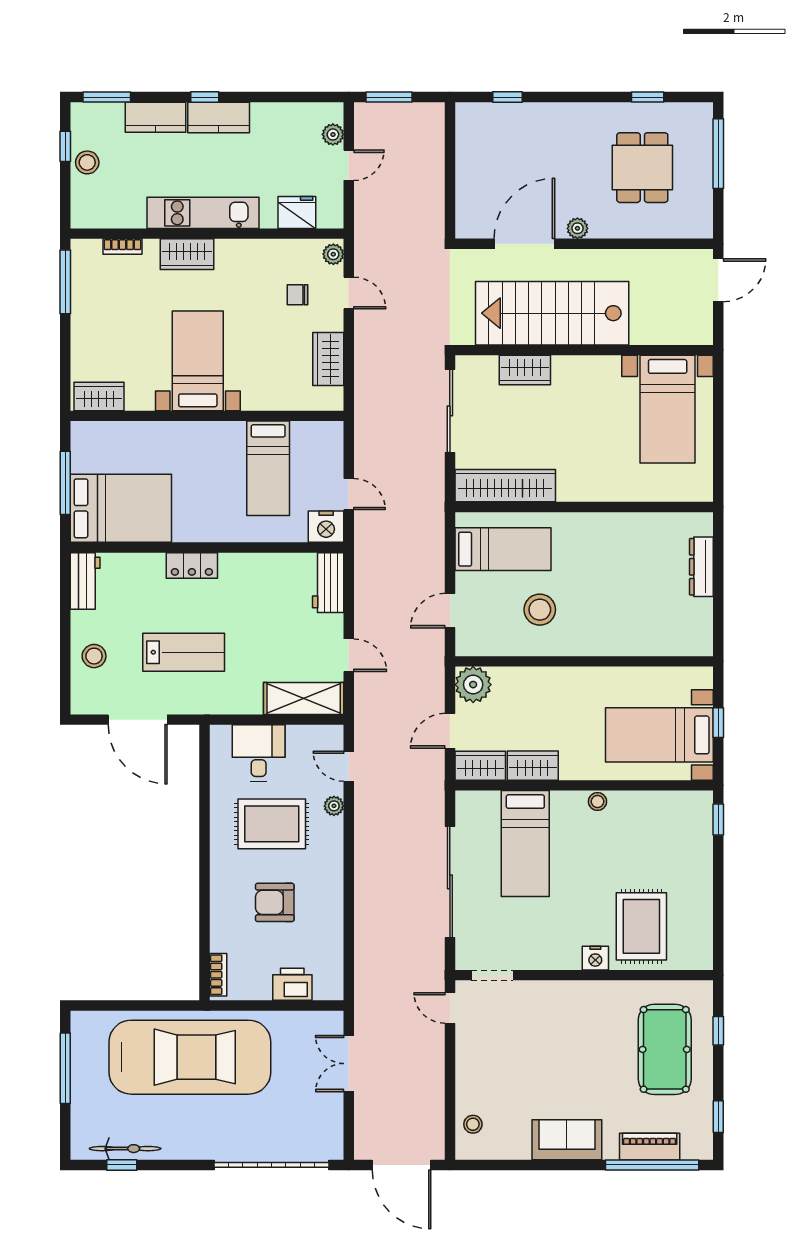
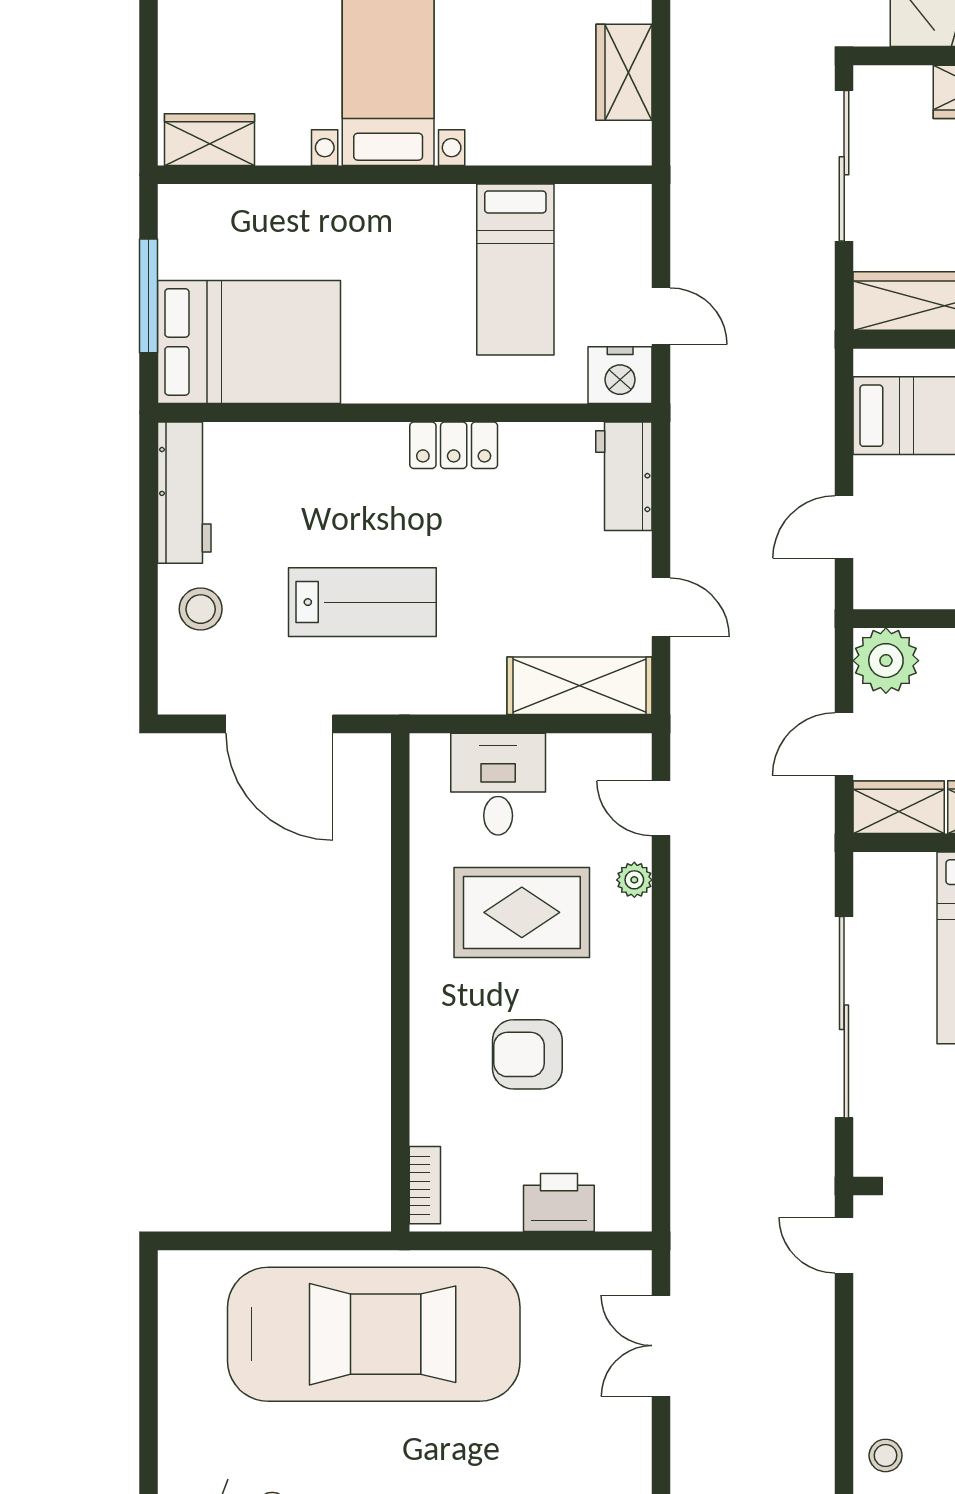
locker: (192, 565) -> (454, 445), moved
workbench: (85, 581) -> (184, 493), width x1.38
window: (65, 1068) -> (149, 1354), removed

